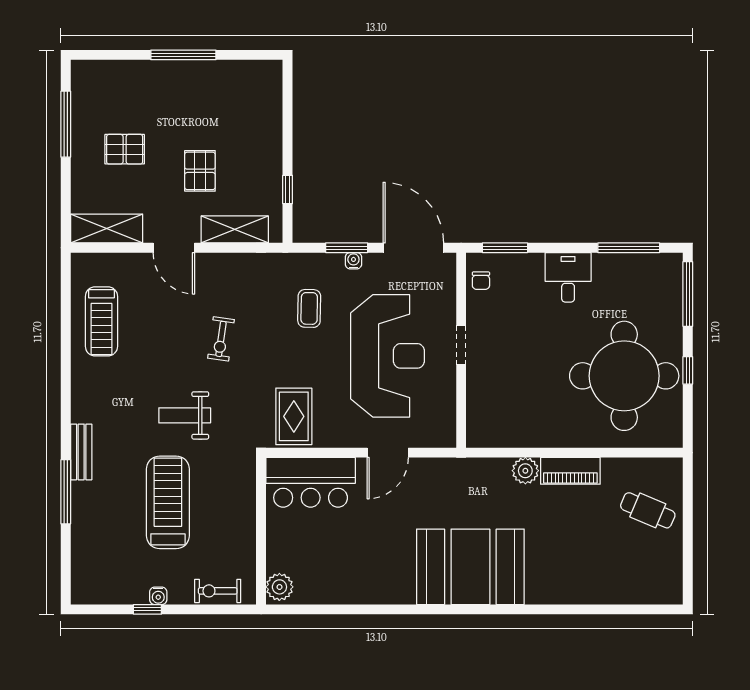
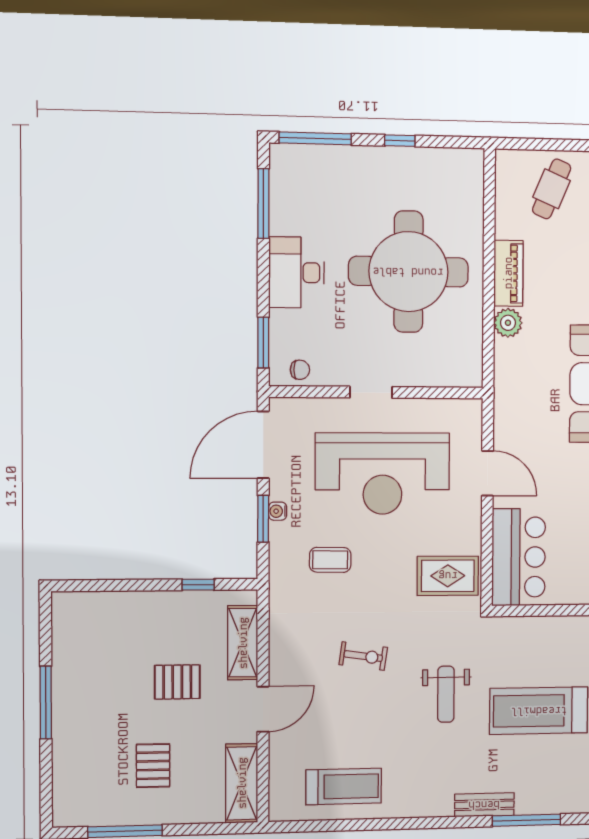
desk: (568, 277) -> (296, 272), width x1.37
reception desk: (387, 356) -> (383, 474), turned 180
round table: (624, 376) -> (408, 272), moved

